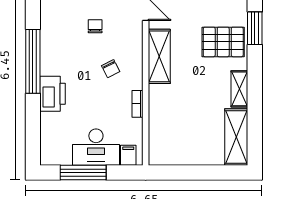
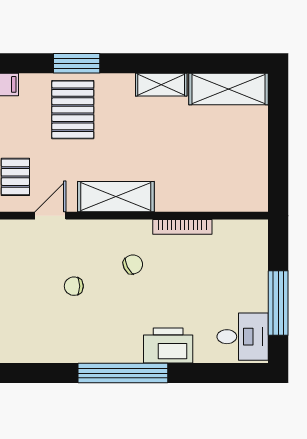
pallet: (223, 42) -> (73, 110), moved
bookcase: (138, 104) -> (182, 227), width x1.56
desk: (96, 147) -> (243, 337), moved, width x0.73
filing cabinet: (128, 155) -> (254, 240), removed

